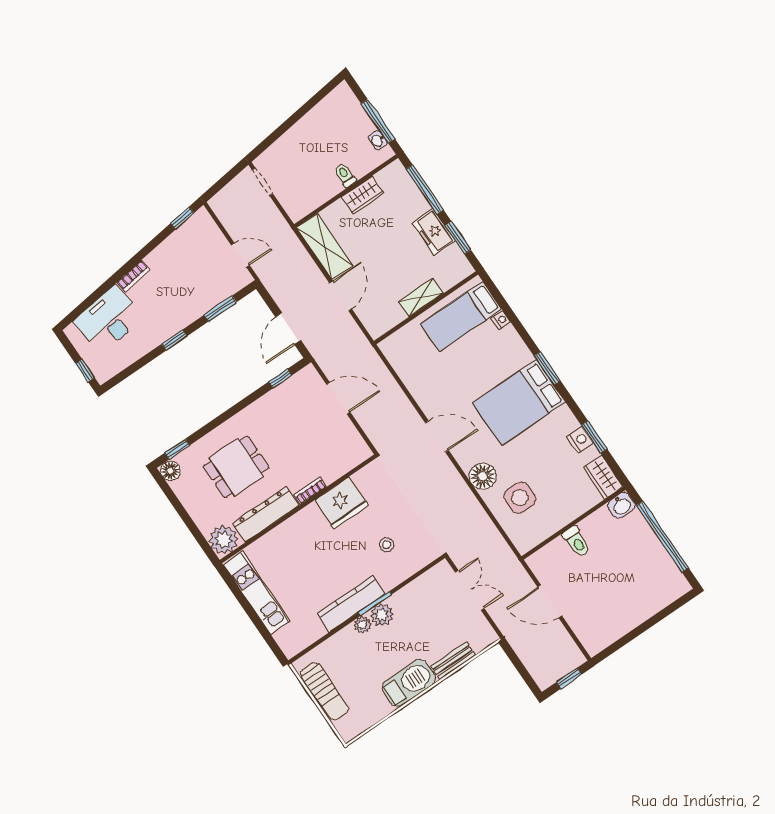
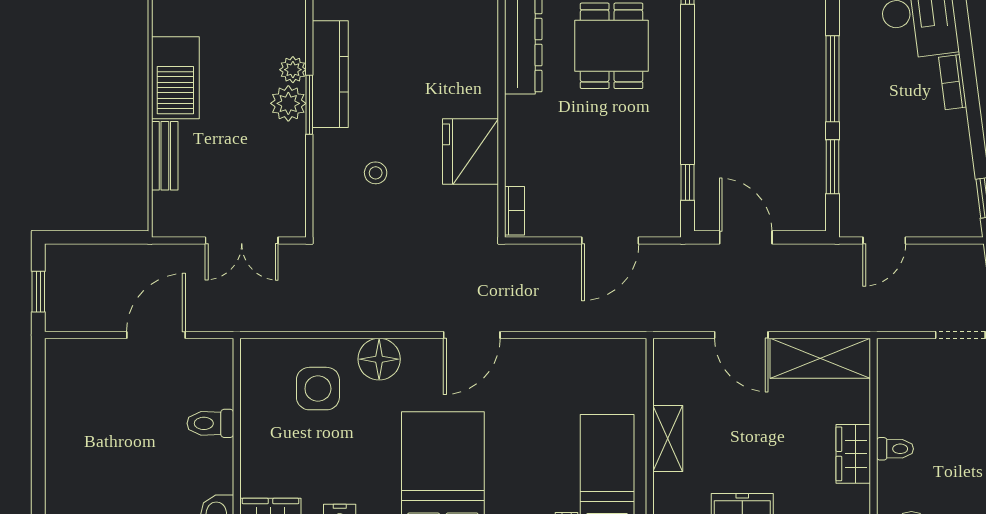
window: (174, 340) -> (832, 79), width x2.17
bookcase: (310, 491) -> (515, 211), moved

